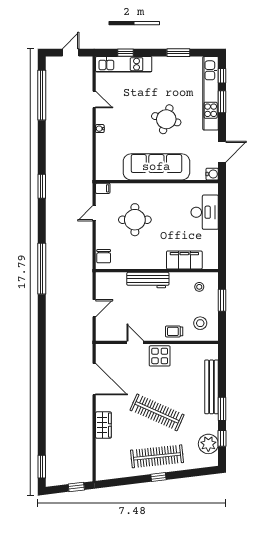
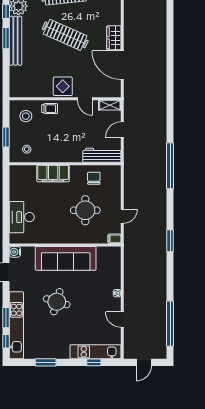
chair: (104, 256) -> (94, 178), moved
filing cabinet: (184, 260) -> (53, 174), moved
workbench: (148, 280) -> (102, 155), moved
shelving: (108, 335) -> (110, 105), added
bench: (212, 387) -> (16, 41), moved
wardrobe: (103, 425) -> (114, 38), moved

